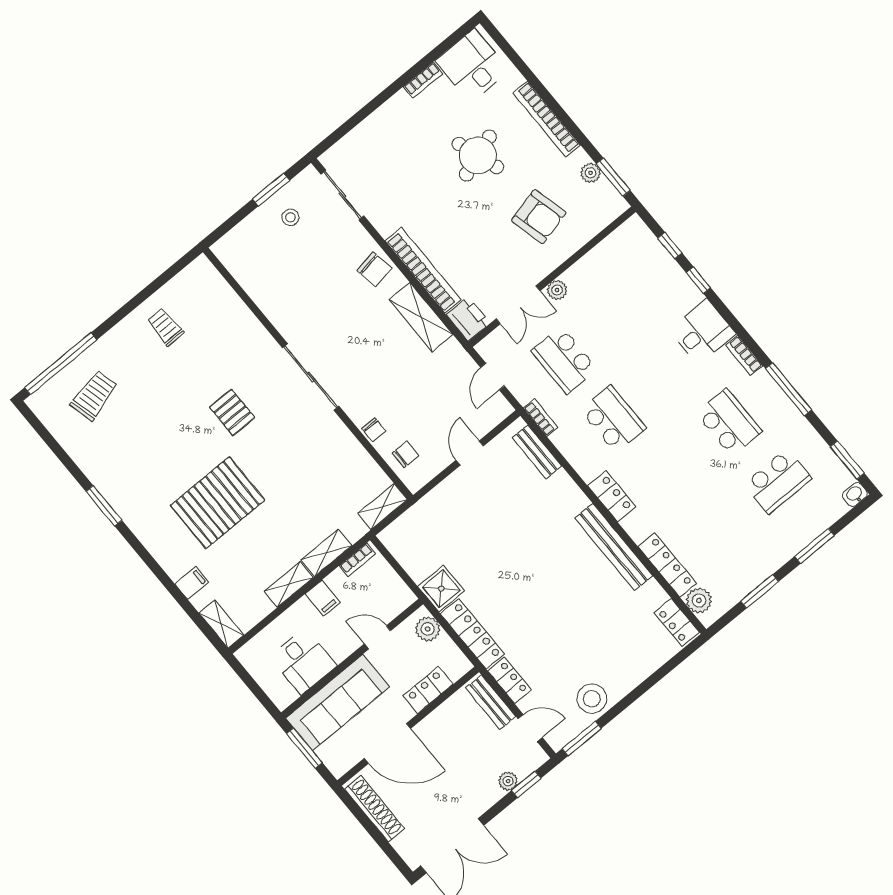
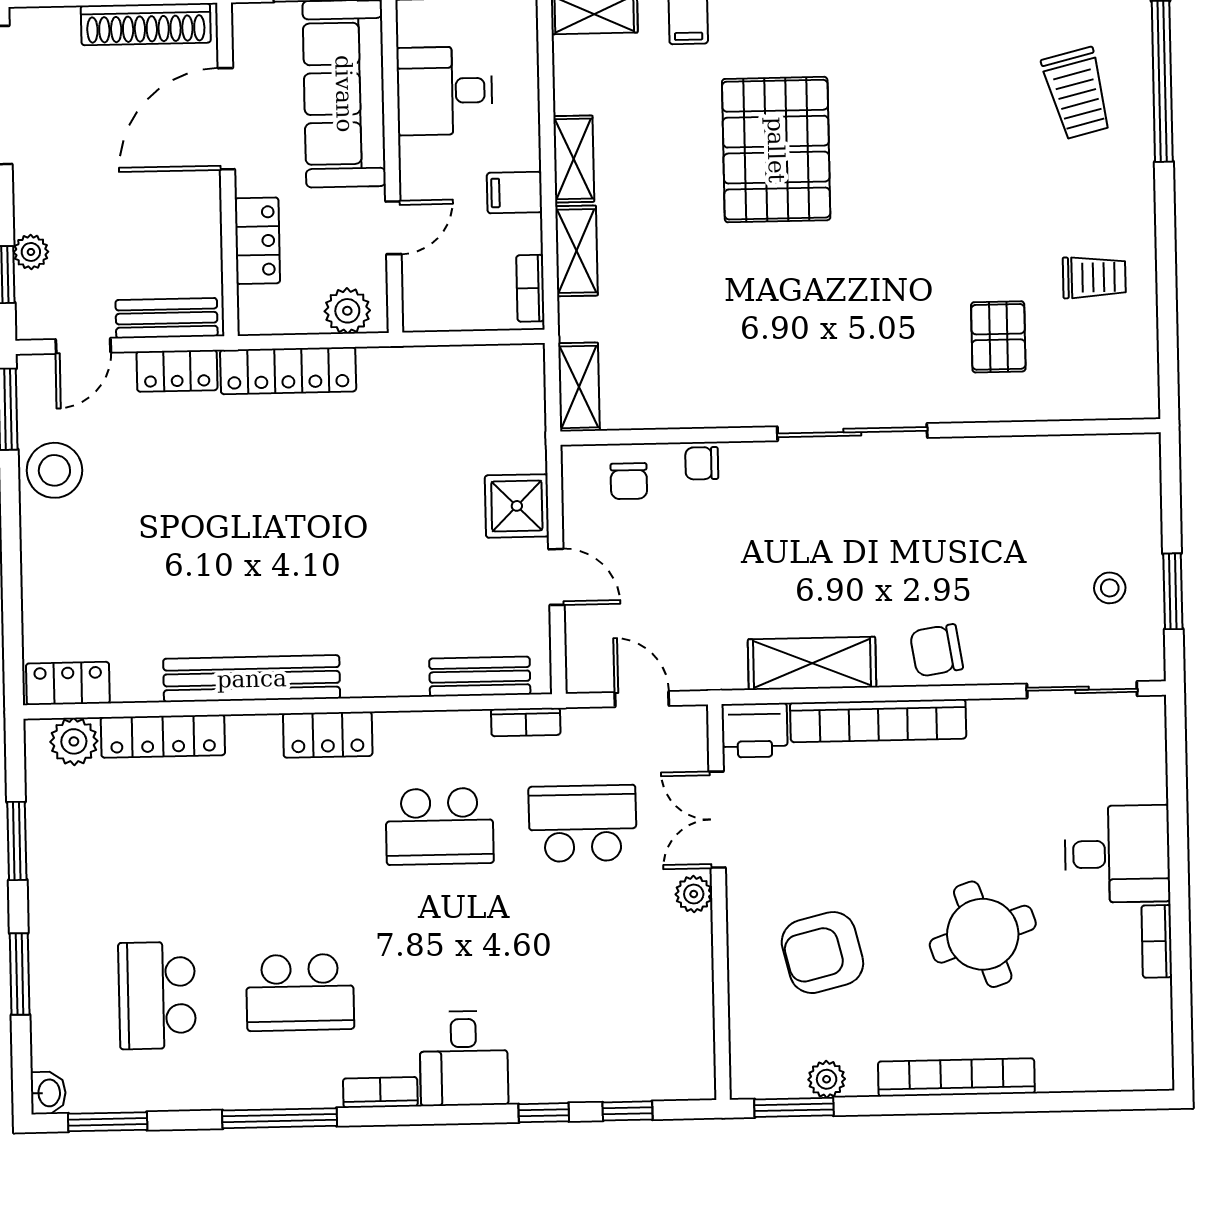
desk: (472, 66) -> (1117, 854), moved
pallet: (232, 412) -> (998, 337), moved, turned 90
shower: (441, 589) -> (517, 506), moved

